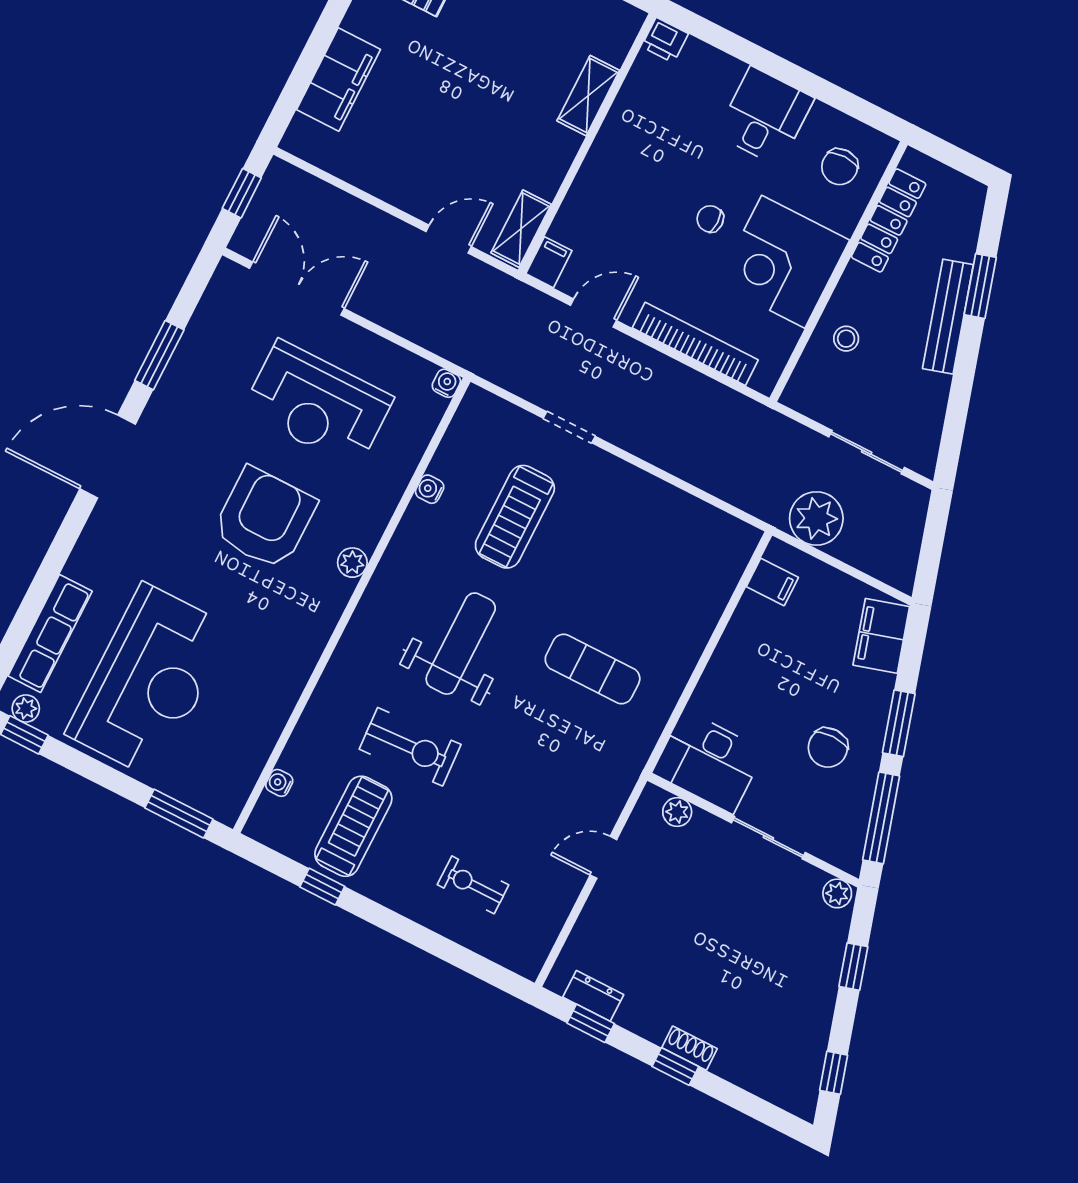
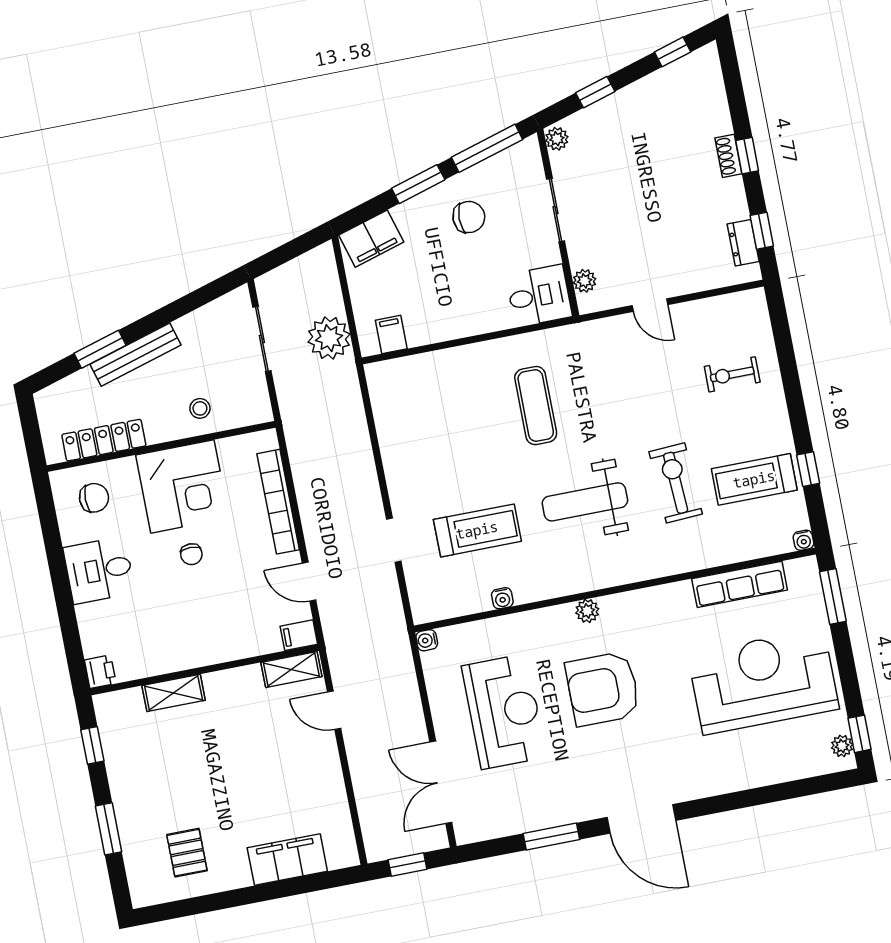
row of seats: (50, 634) -> (740, 584), moved, turned 180
desk: (708, 762) -> (539, 296), width x0.73
water cooler: (279, 783) -> (803, 540), moved
exercise bike: (473, 885) -> (732, 374), turned 90

